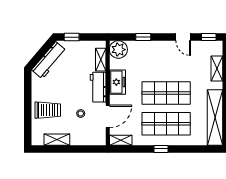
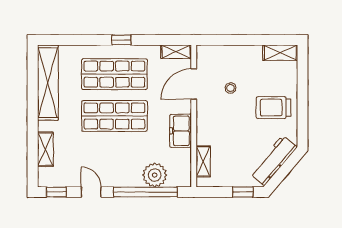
window: (143, 37) -> (145, 192), width x3.17
plant: (118, 50) -> (155, 175), moved
workbench: (98, 87) -> (207, 124), removed
trolley: (48, 110) -> (274, 108), moved
shelving: (57, 140) -> (280, 53), moved

